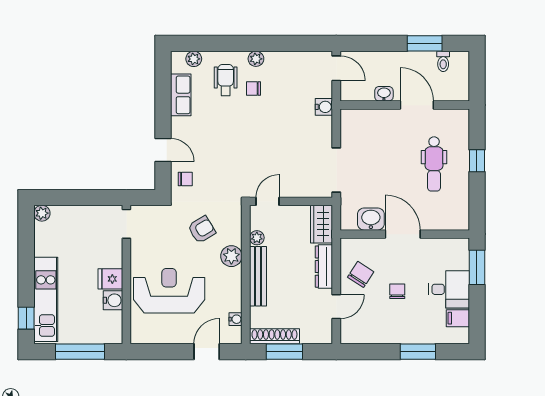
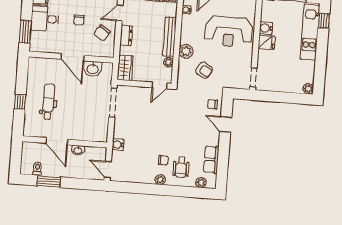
armchair: (202, 230) -> (204, 70), turned -118
dresser: (324, 267) -> (126, 35), width x0.70

